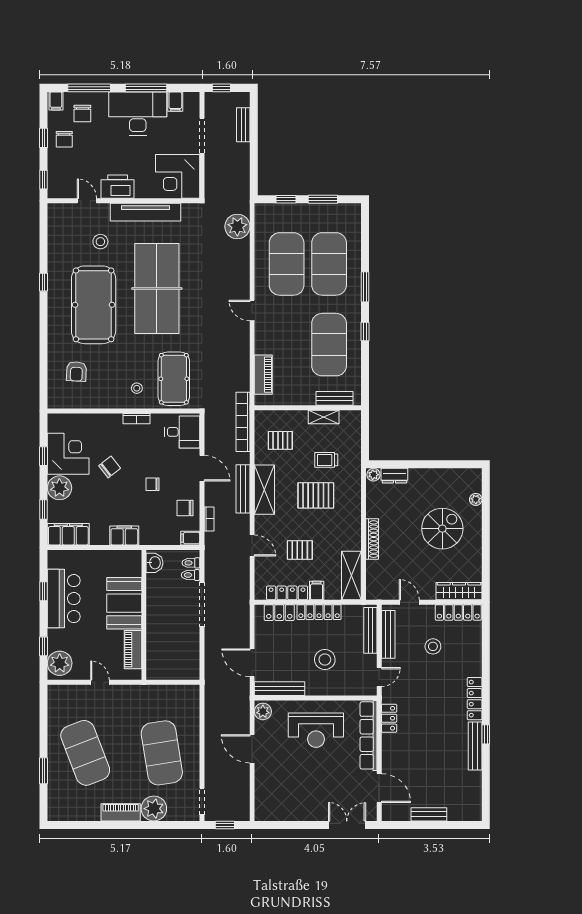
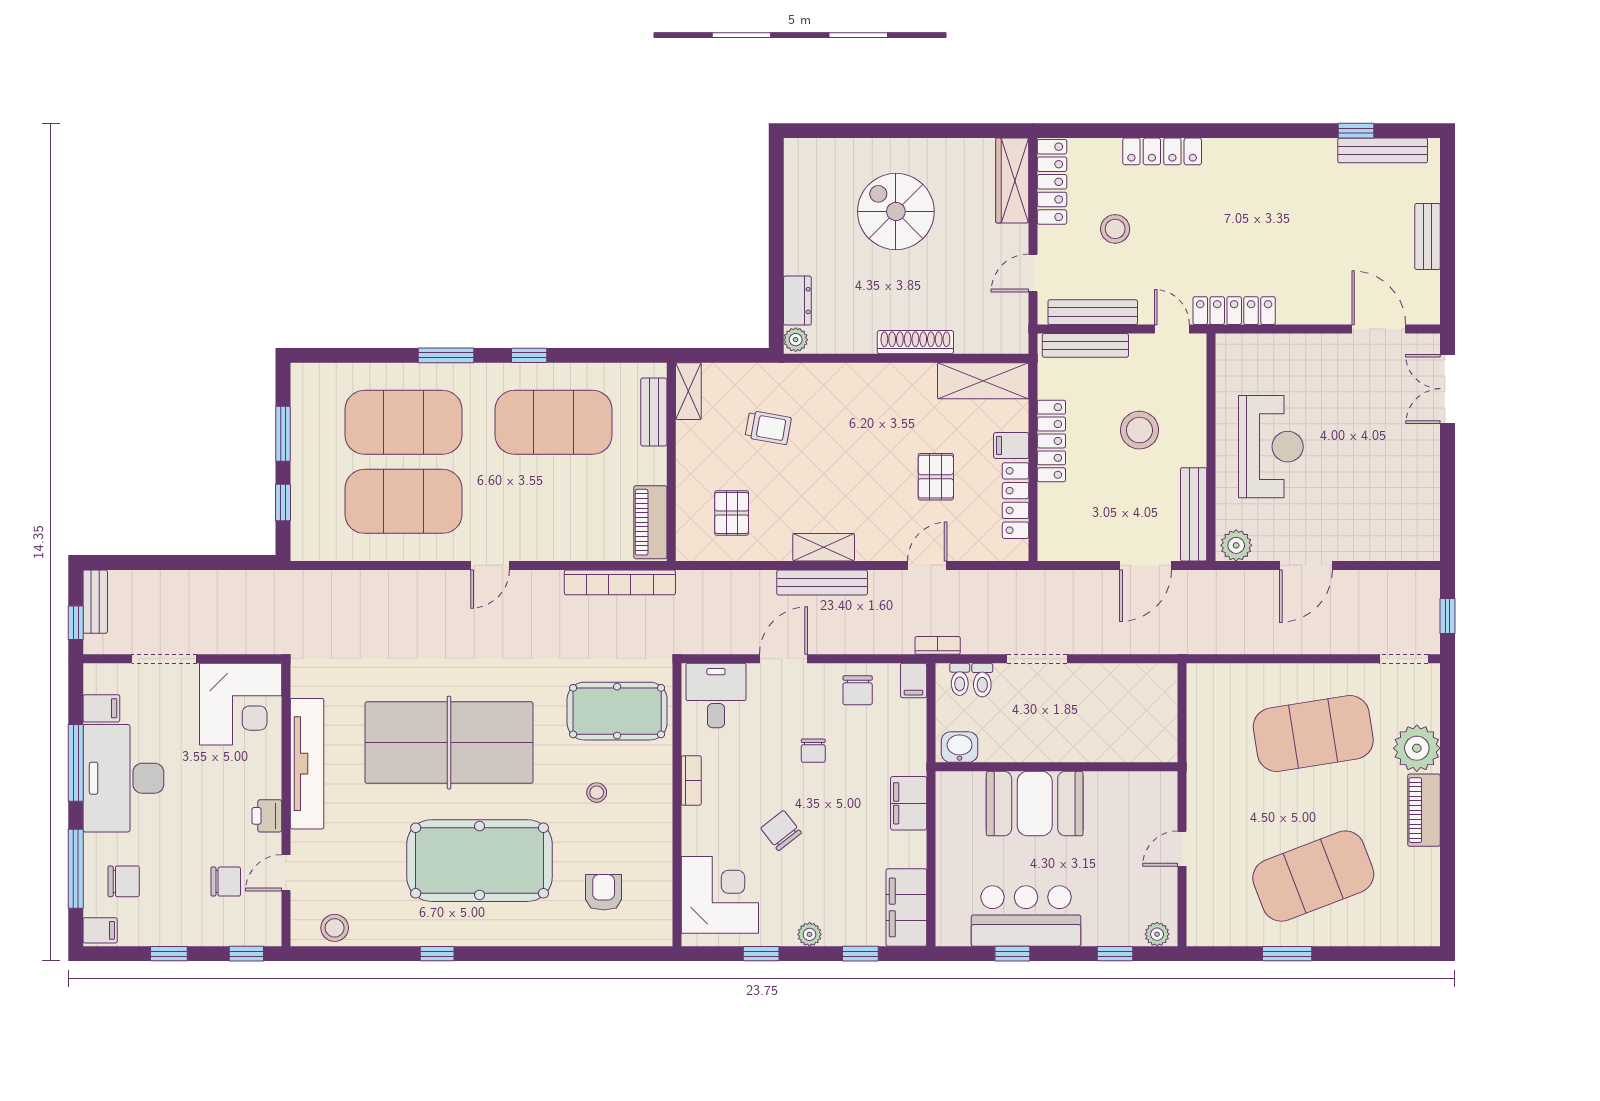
bench: (243, 125) -> (95, 602), moved, turned 90
chair: (64, 139) -> (226, 882), moved
printer: (118, 187) -> (267, 816), width x0.53, depth x0.68
plant: (237, 227) -> (334, 593), removed
stool: (100, 242) -> (335, 928), moved
armchair: (76, 371) -> (604, 892), turned -93
piano: (263, 375) -> (650, 522), moved, turned -90
stool: (137, 388) -> (597, 793), moved
shelving: (324, 417) -> (688, 391), moved
bookcase: (243, 422) -> (620, 582), moved
corner desk: (68, 454) -> (720, 895), moved, turned 90
trolley: (326, 460) -> (768, 428), turned -80
plant: (59, 488) -> (810, 934), width x0.53, depth x0.53
shelving: (264, 490) -> (824, 547), width x0.67, depth x0.75
pallet: (316, 495) -> (834, 447), removed
plant: (476, 499) -> (842, 149), removed
bookcase: (209, 519) -> (938, 645), moved
doorway: (202, 605) -> (1037, 659), width x0.73
locker: (279, 613) -> (1052, 515), removed
piano: (133, 650) -> (1121, 787), removed
plant: (60, 663) -> (1157, 934), width x0.53, depth x0.53
locker: (475, 699) -> (1162, 151), moved
locker: (389, 718) -> (1234, 311), width x1.53
window: (486, 734) -> (1356, 131), moved
row of seats: (368, 735) -> (1281, 349), removed
bench: (475, 746) -> (1383, 150), moved
window: (43, 771) -> (1287, 954), moved
door: (379, 788) -> (1379, 329), hinge flipped

